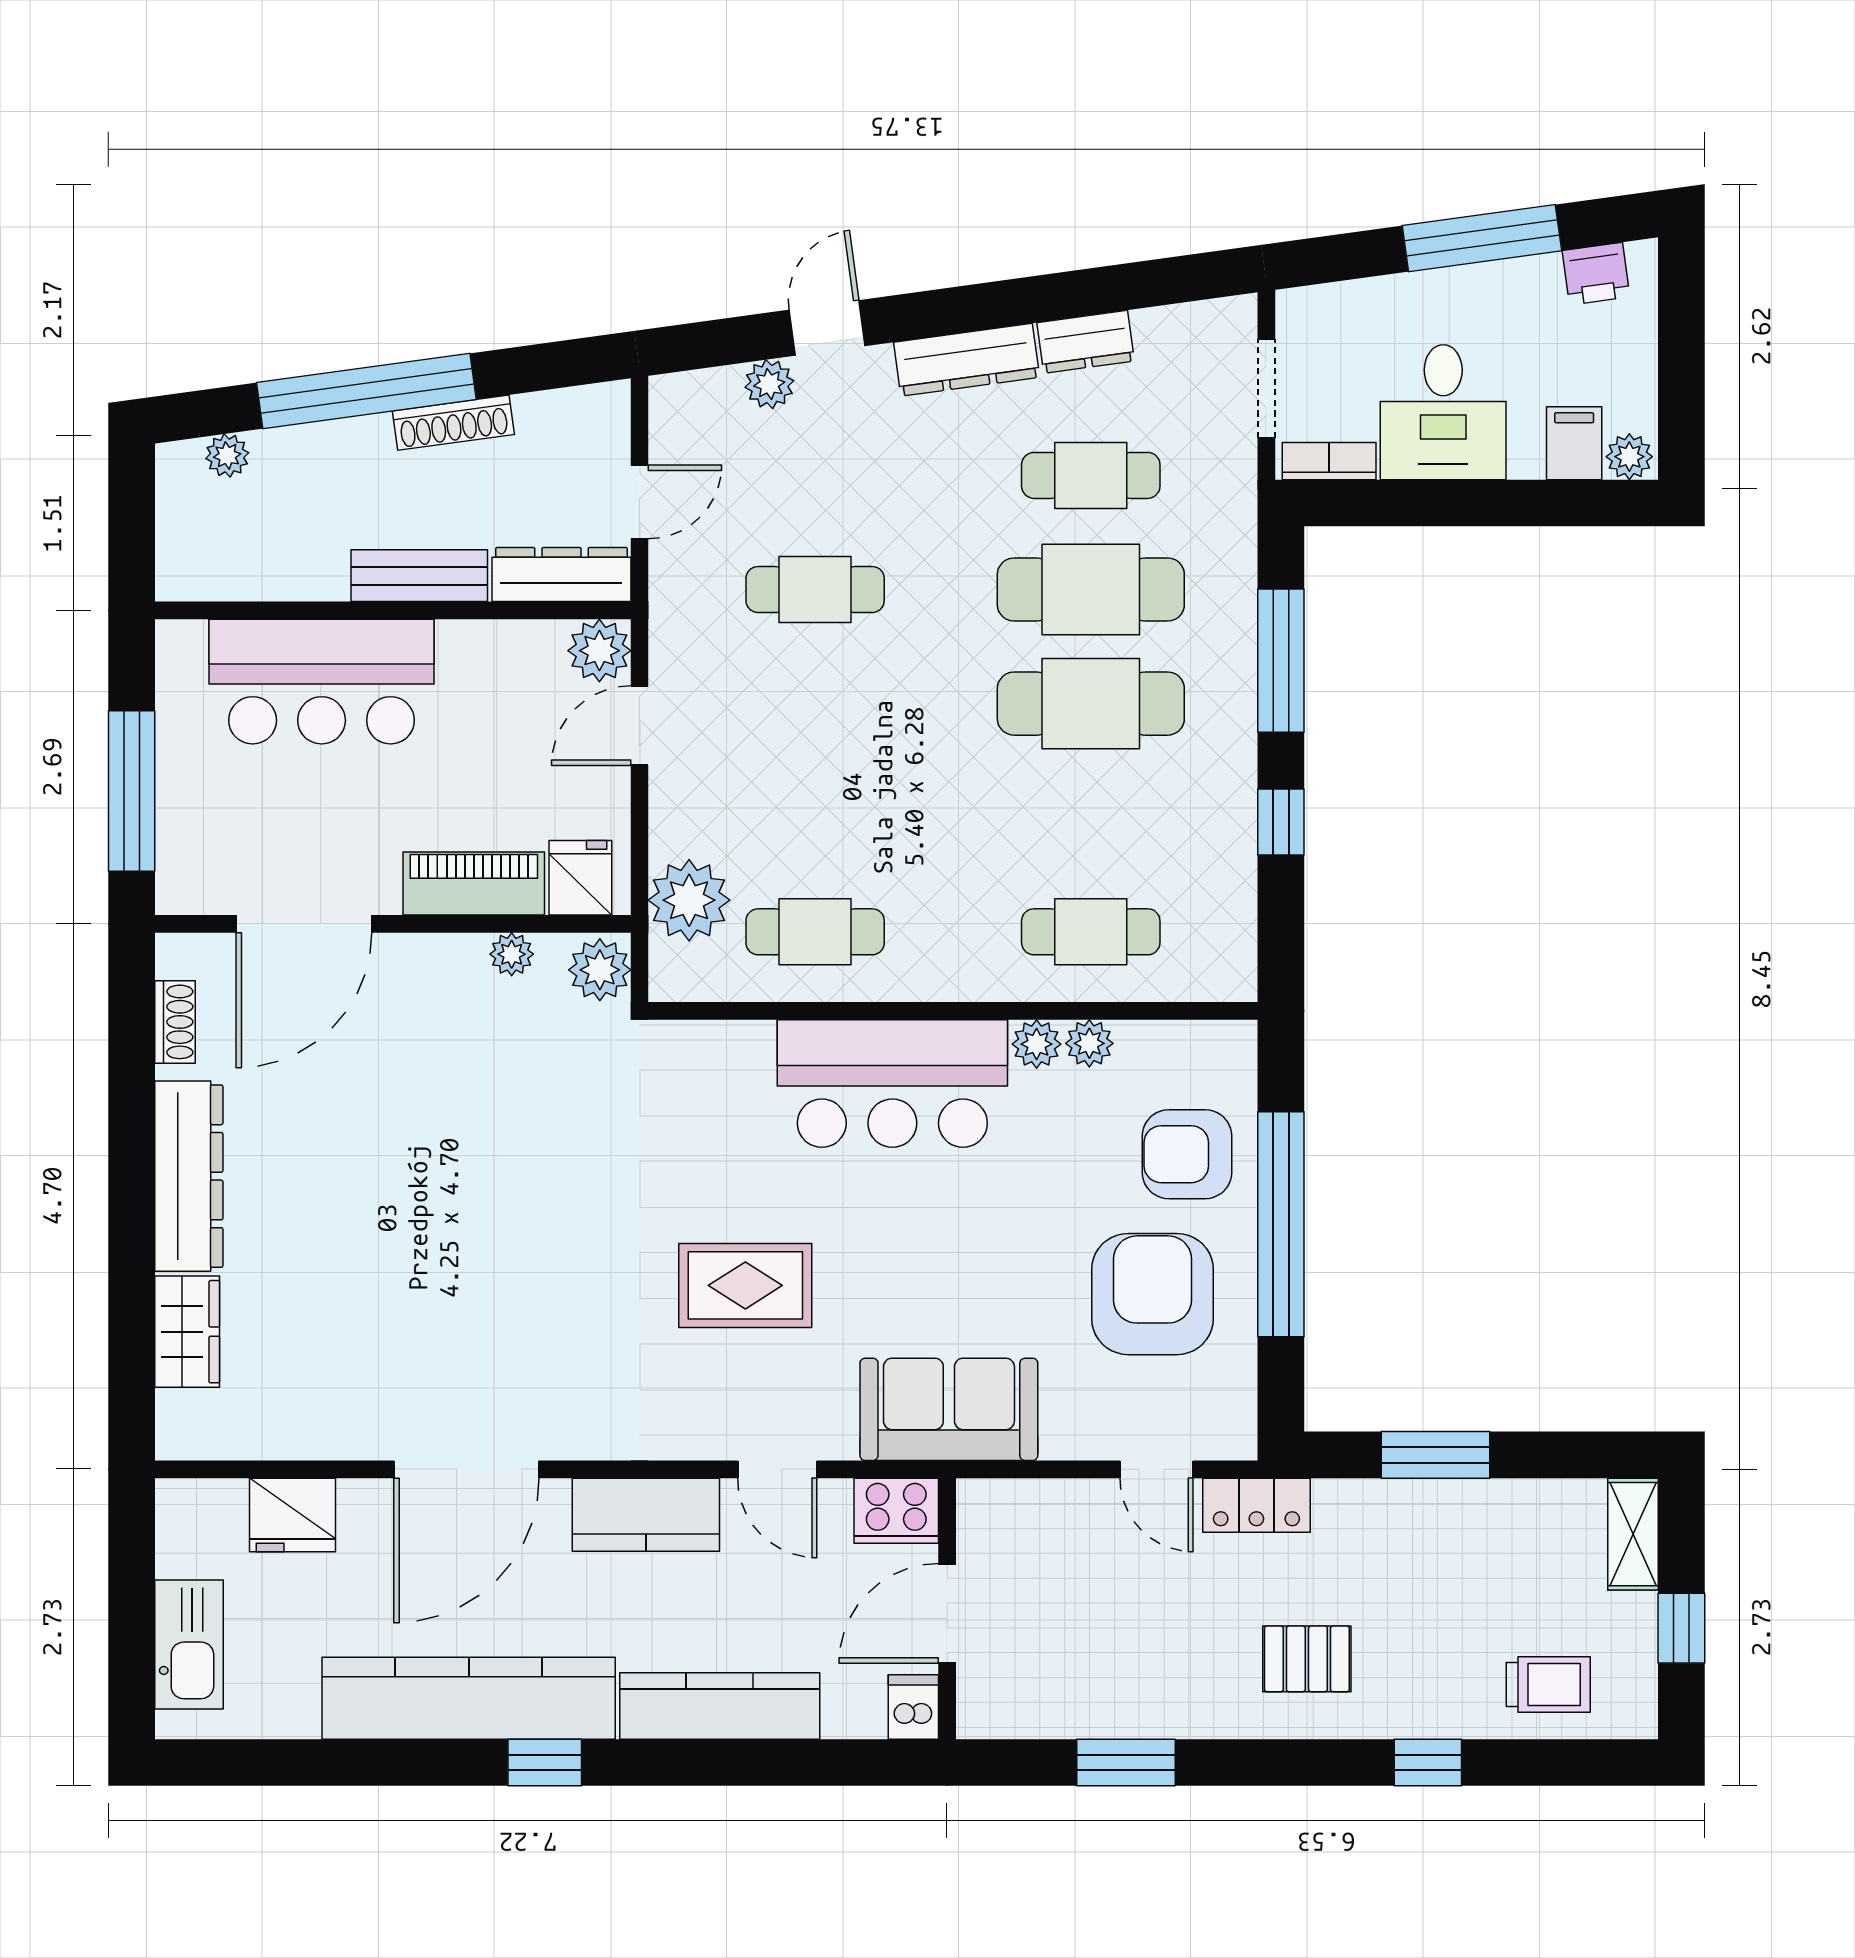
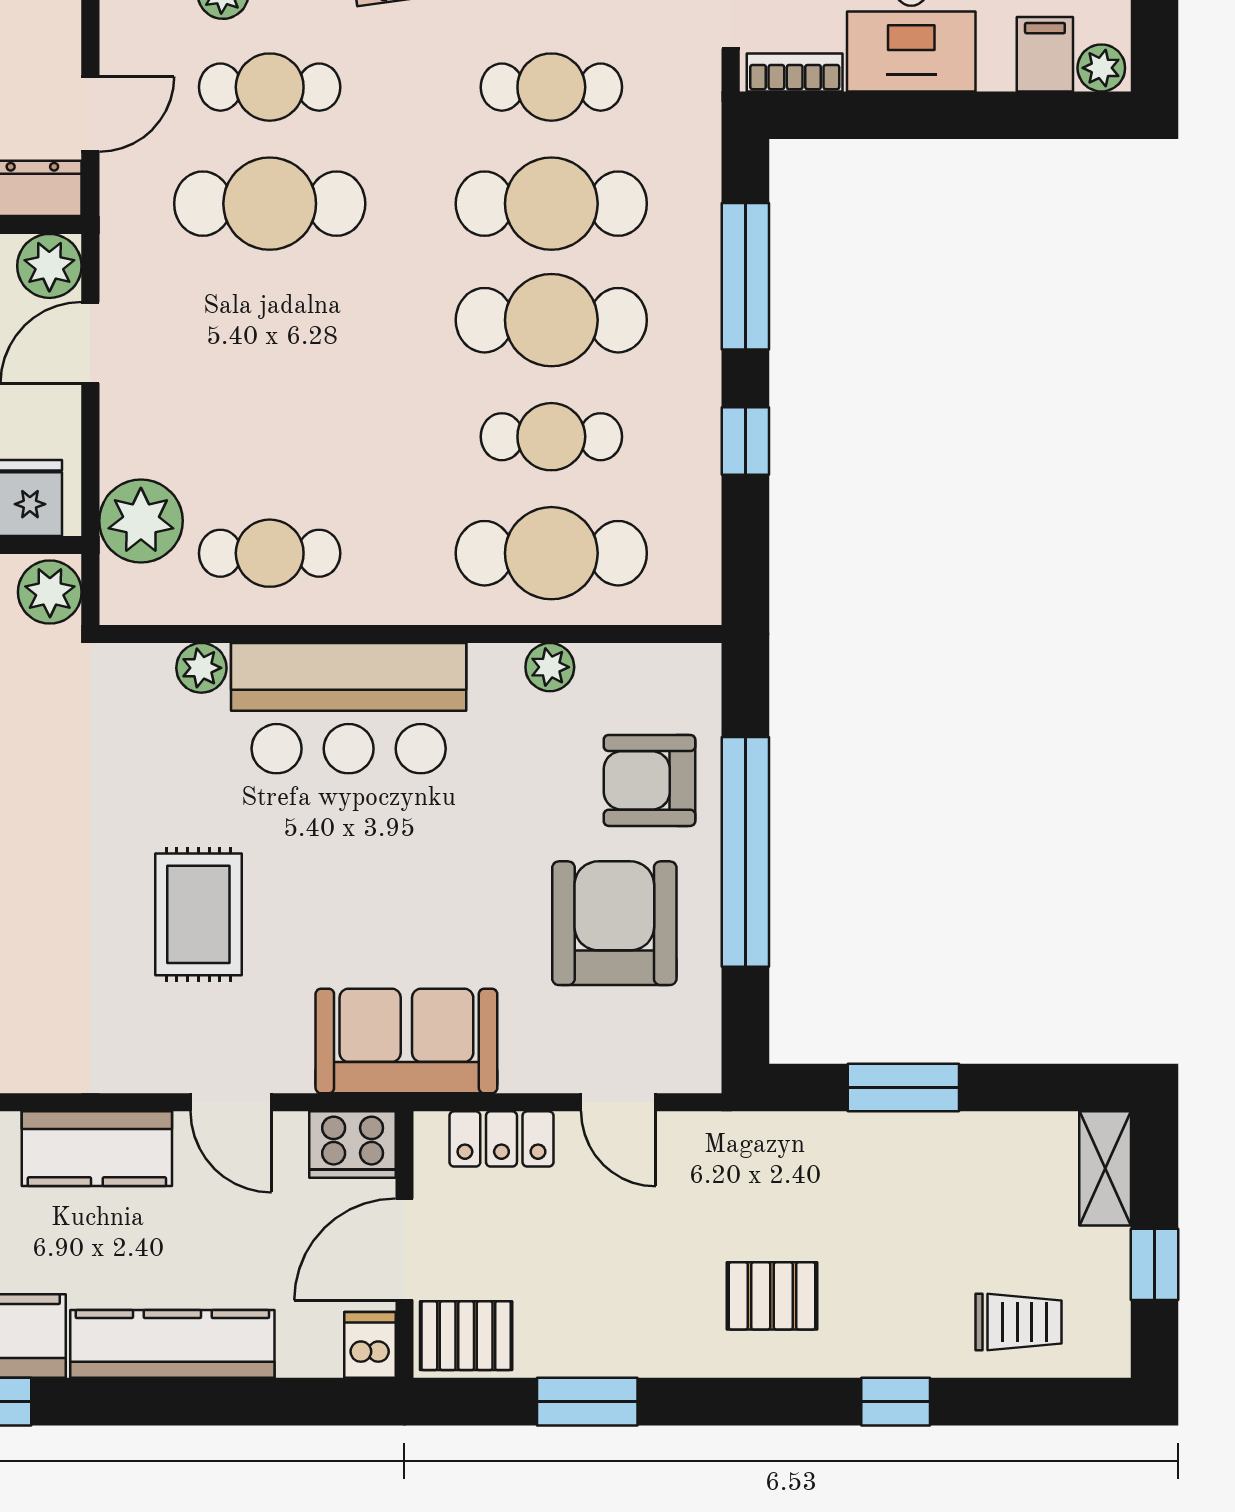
cafe table: (815, 475) -> (270, 87), added
cafe table: (815, 590) -> (270, 204), width x1.37, depth x1.35
cafe table: (1091, 818) -> (551, 437), added
cafe table: (1091, 932) -> (551, 553), width x1.37, depth x1.35
plant: (1037, 1044) -> (201, 668), moved
rug: (745, 1285) -> (198, 914), turned 90
locker: (1256, 1505) -> (501, 1139), moved
pallet: (1007, 1698) -> (466, 1336), added

